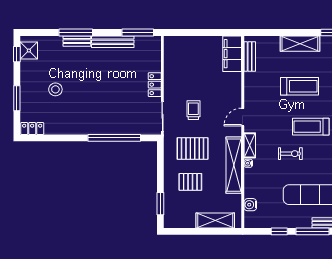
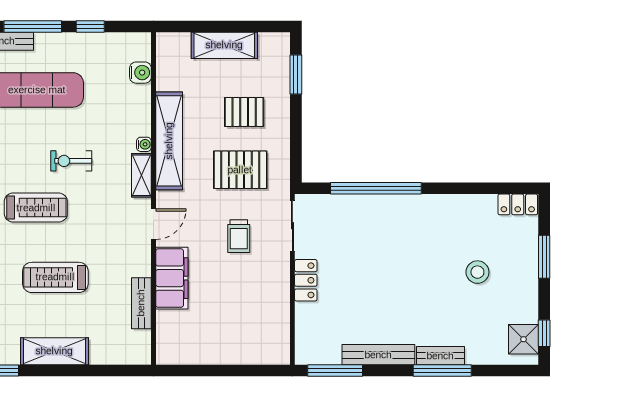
filing cabinet: (232, 54) -> (172, 278), moved
bench: (250, 57) -> (141, 303), moved
shelving: (215, 220) -> (224, 45), moved

